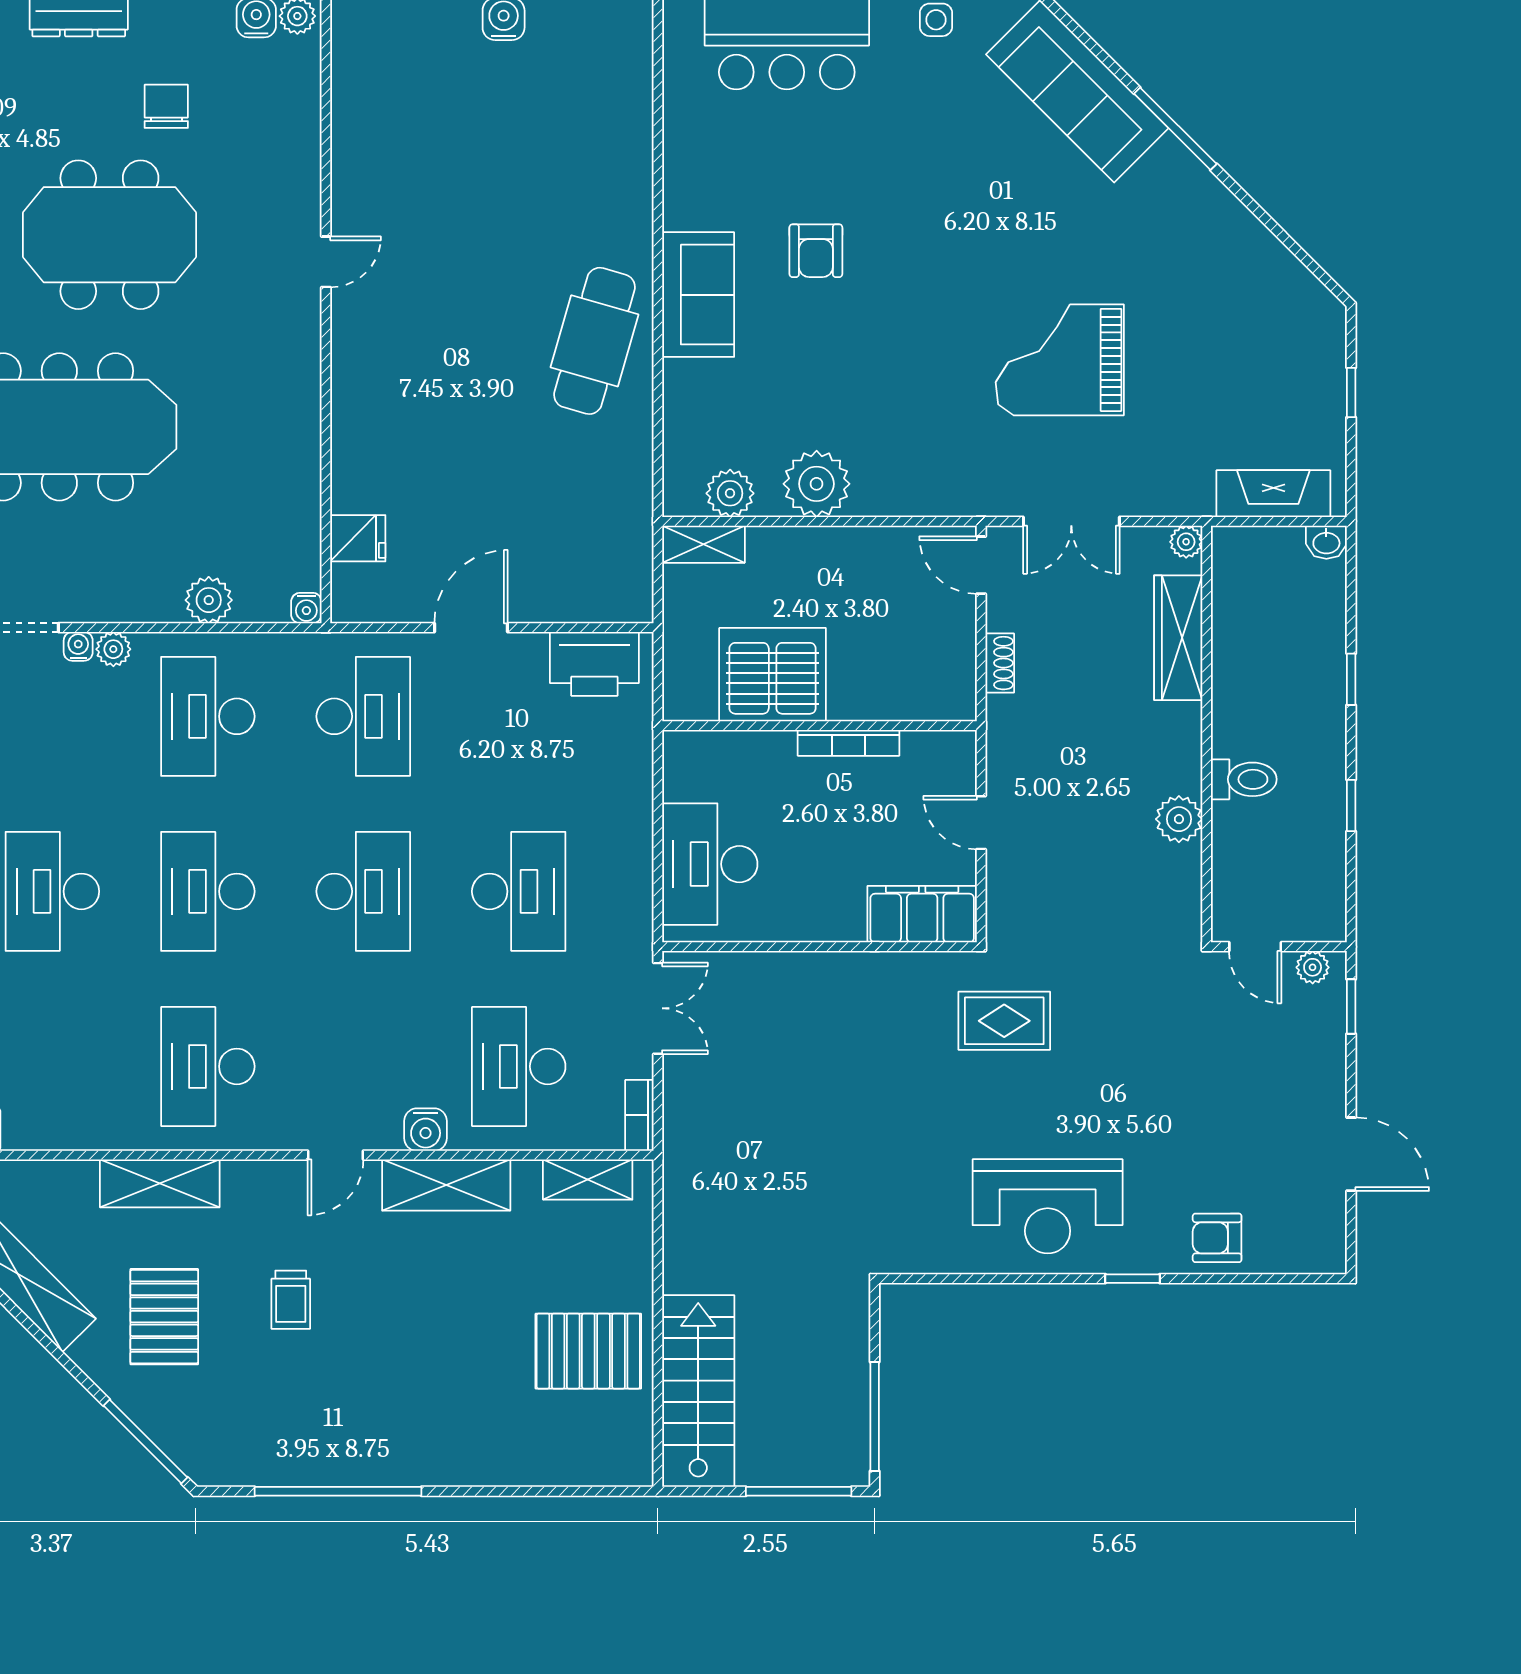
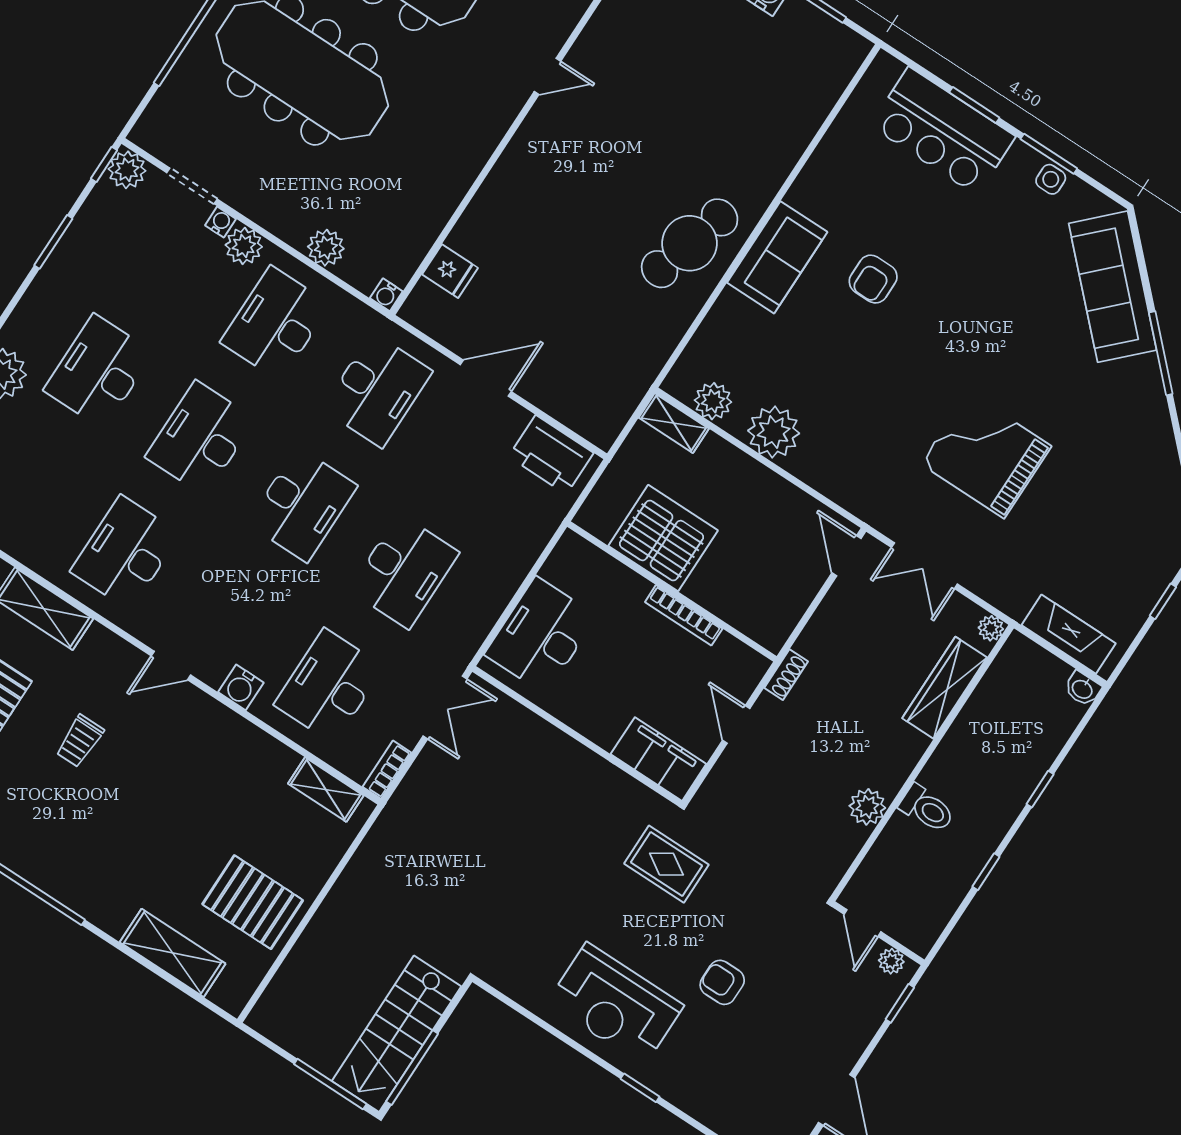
plant: (113, 649) -> (244, 246), width x1.38, depth x1.38
shoe rack: (1000, 663) -> (786, 675), moved
shelving: (446, 1185) -> (173, 953), moved
armchair: (1217, 1238) -> (722, 982), moved
stairs: (698, 1391) -> (397, 1034), moved, turned 180

